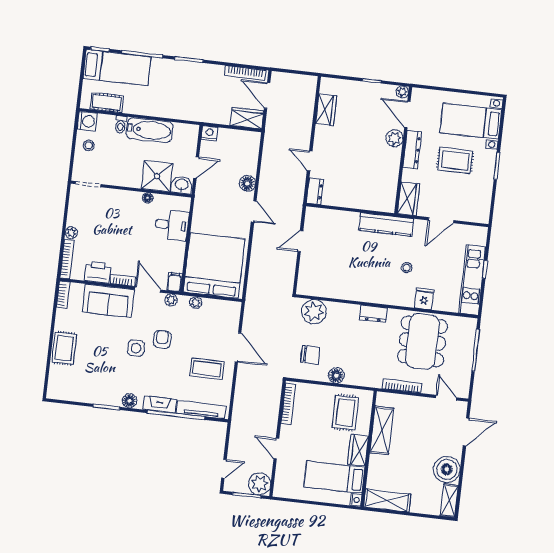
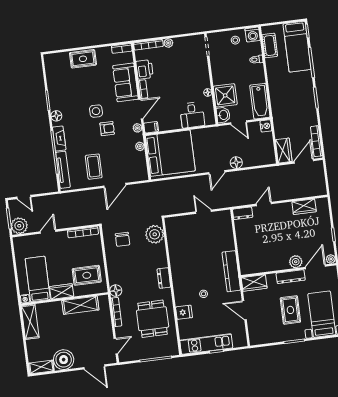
bathtub: (149, 130) -> (260, 101), moved
dining table: (422, 341) -> (153, 319), width x0.73
floor lamp: (336, 376) -> (116, 291), moved

